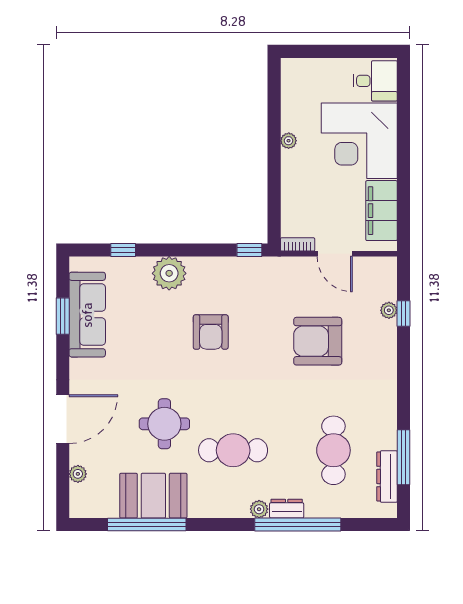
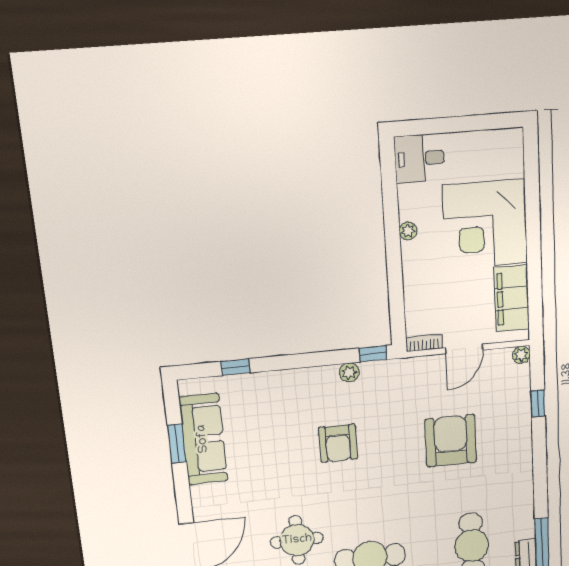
desk: (375, 81) -> (420, 158), moved, turned 180
door: (335, 254) -> (464, 349), hinge flipped
plant: (169, 273) -> (349, 373), moved, width x0.53, depth x0.53
plant: (389, 310) -> (521, 355), moved
armchair: (318, 341) -> (451, 441), turned 90

